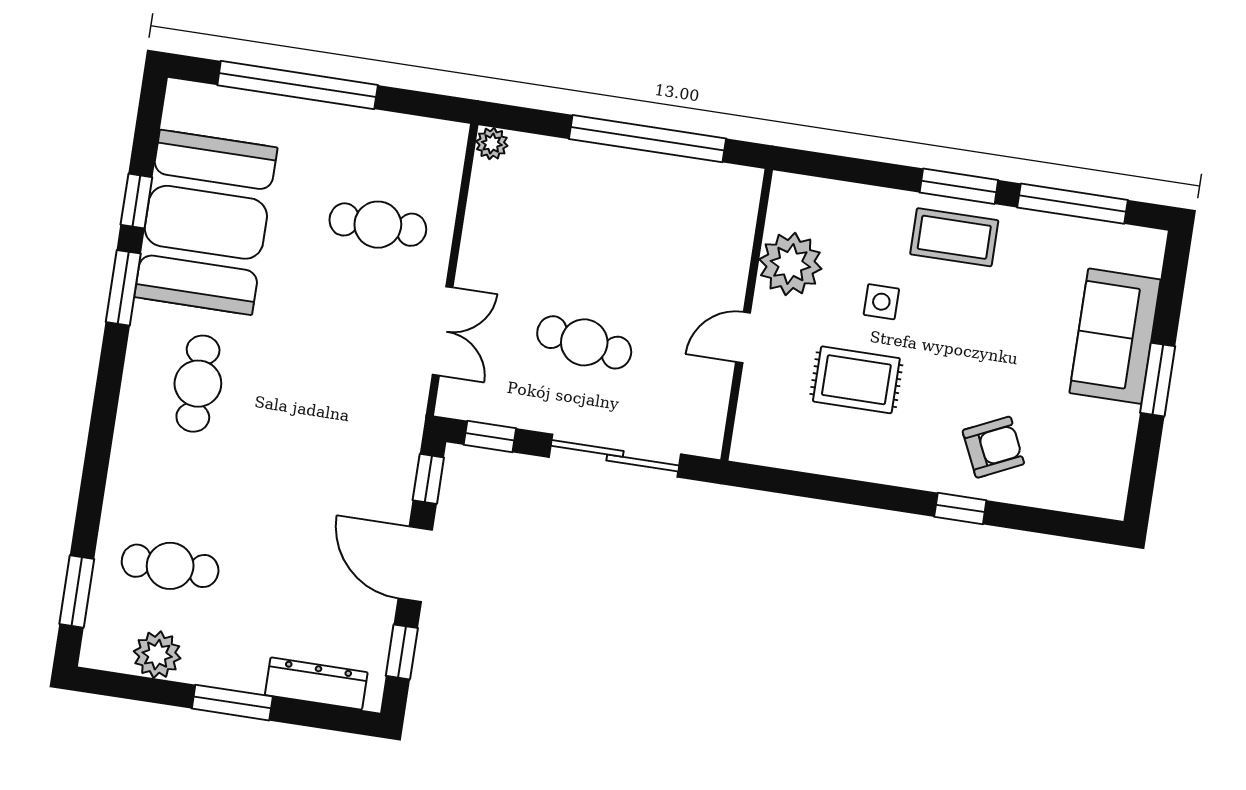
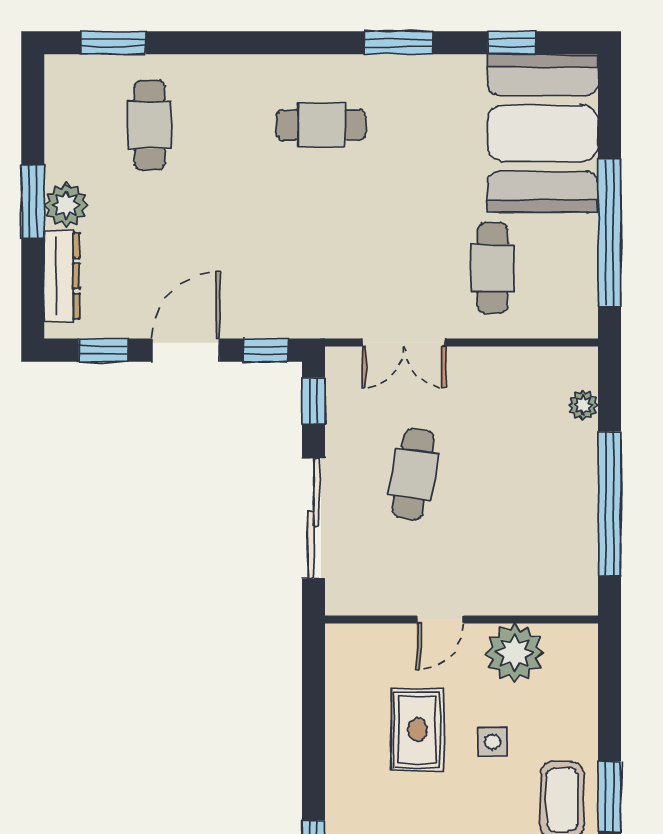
window: (298, 85) -> (609, 232), moved
plant: (492, 144) -> (583, 405), moved
window: (136, 201) -> (512, 43), moved
booth: (206, 222) -> (543, 133), moved, turned 90
door: (743, 337) -> (440, 620), swing flipped
plant: (157, 655) -> (66, 205), moved

